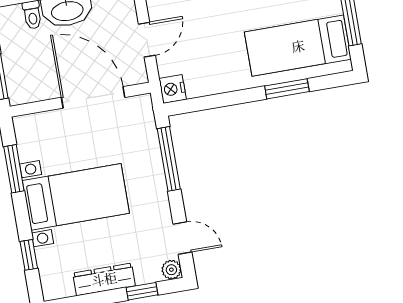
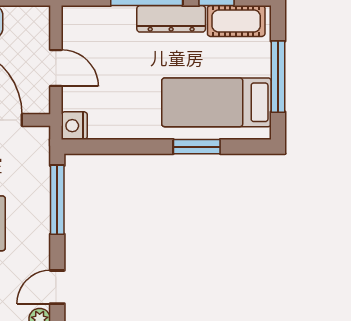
door: (147, 40) -> (56, 68), hinge flipped
door: (182, 238) -> (57, 287), swing flipped

